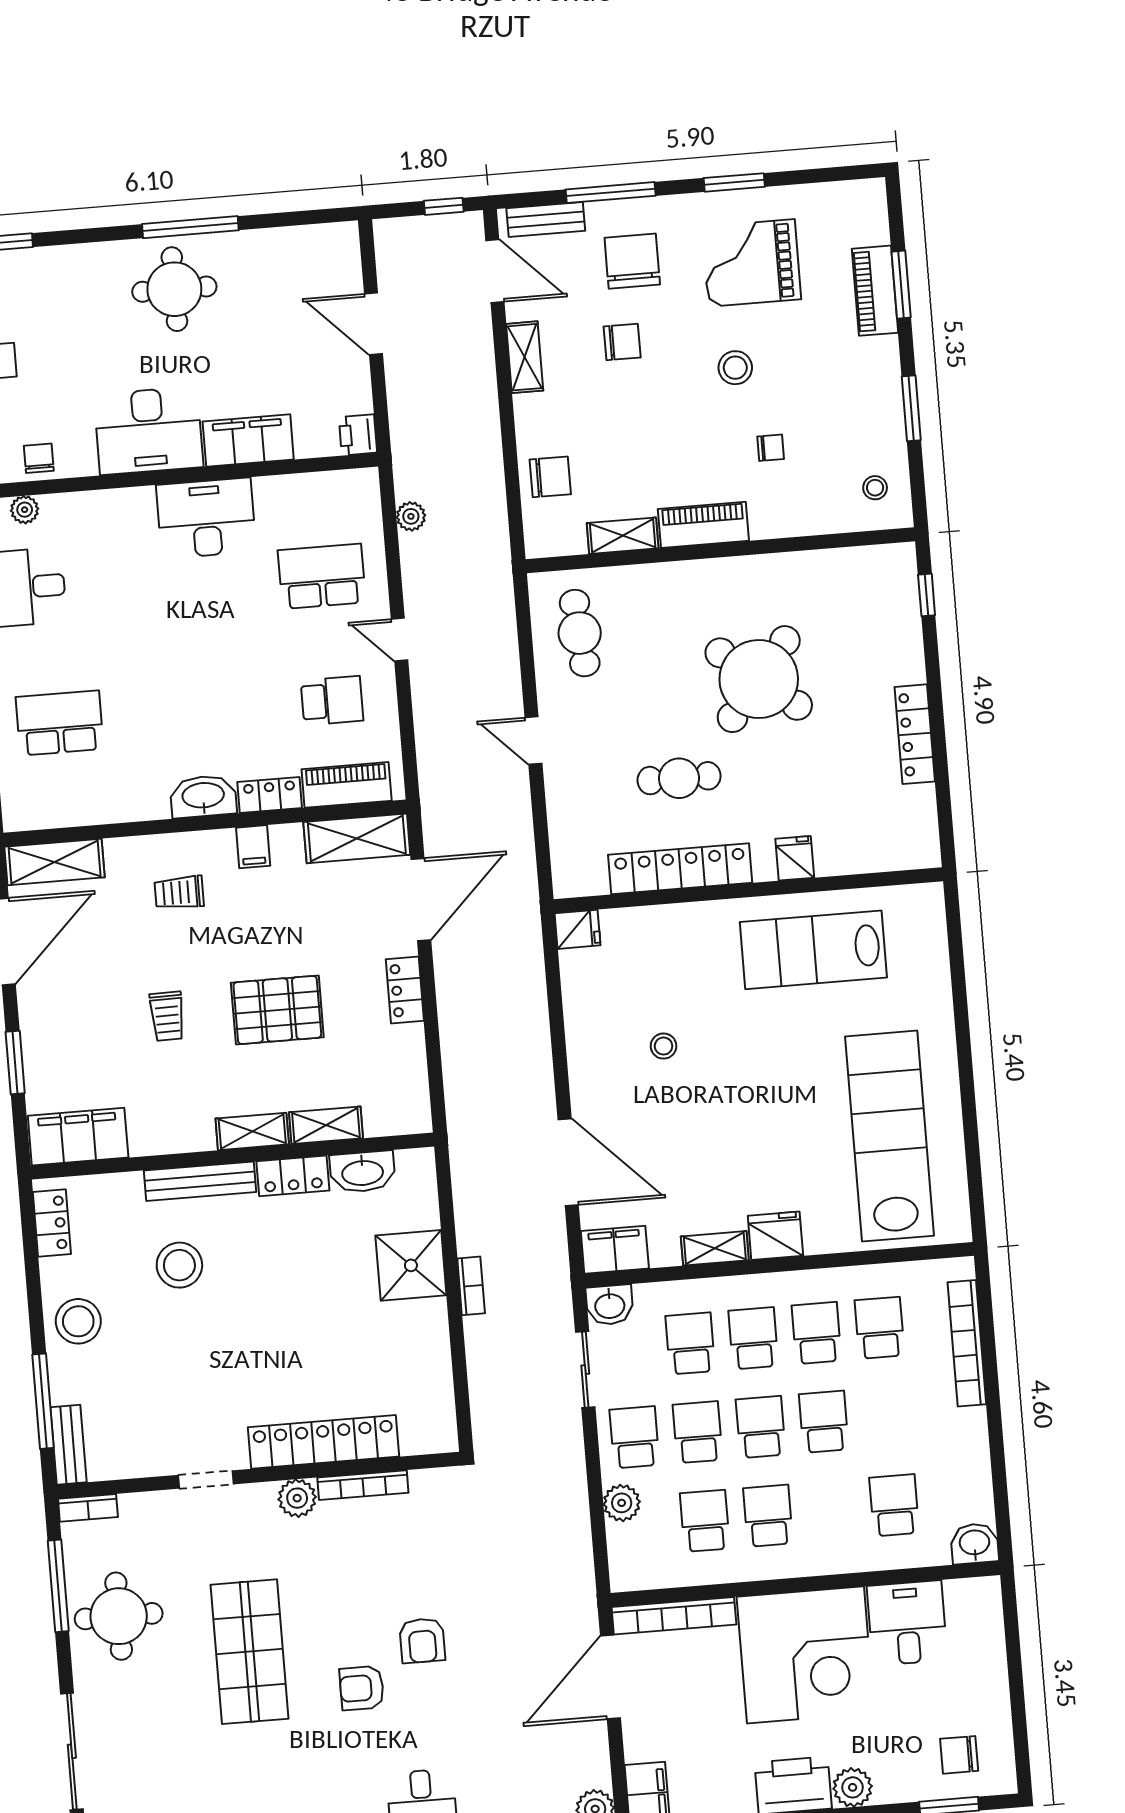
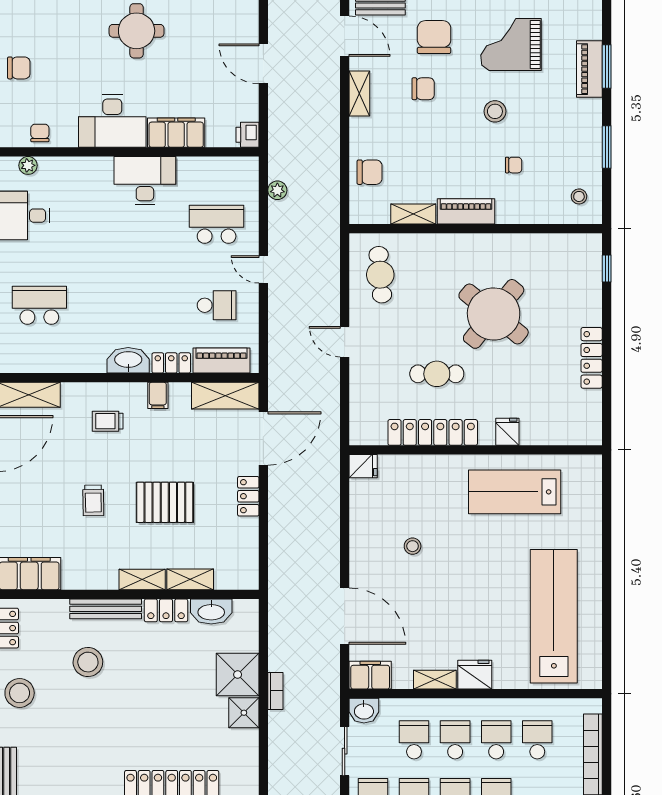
shower: (425, 1323) -> (244, 713), added

